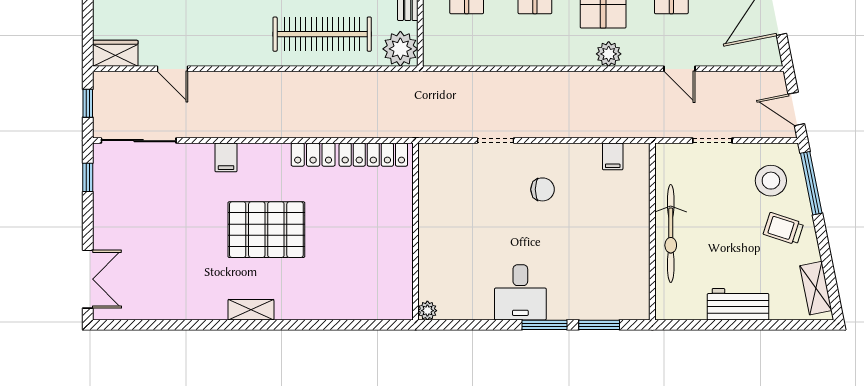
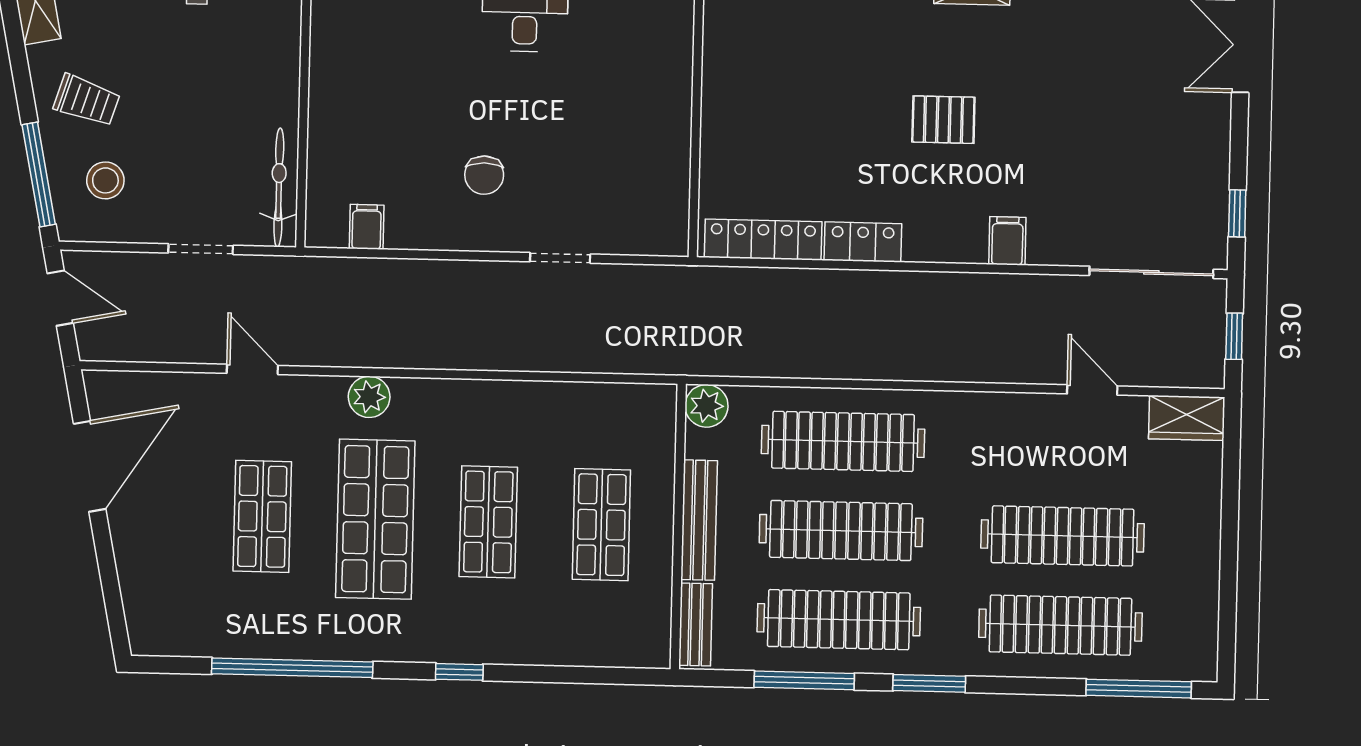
plant: (400, 49) -> (707, 406), width x0.73, depth x0.73
stool: (771, 181) -> (105, 180), width x0.73, depth x0.73
chair: (543, 189) -> (484, 175), turned -90
pallet: (266, 230) -> (943, 120), width x0.49, depth x0.50
bicycle: (671, 233) -> (279, 187), moved, width x0.73, depth x0.71

